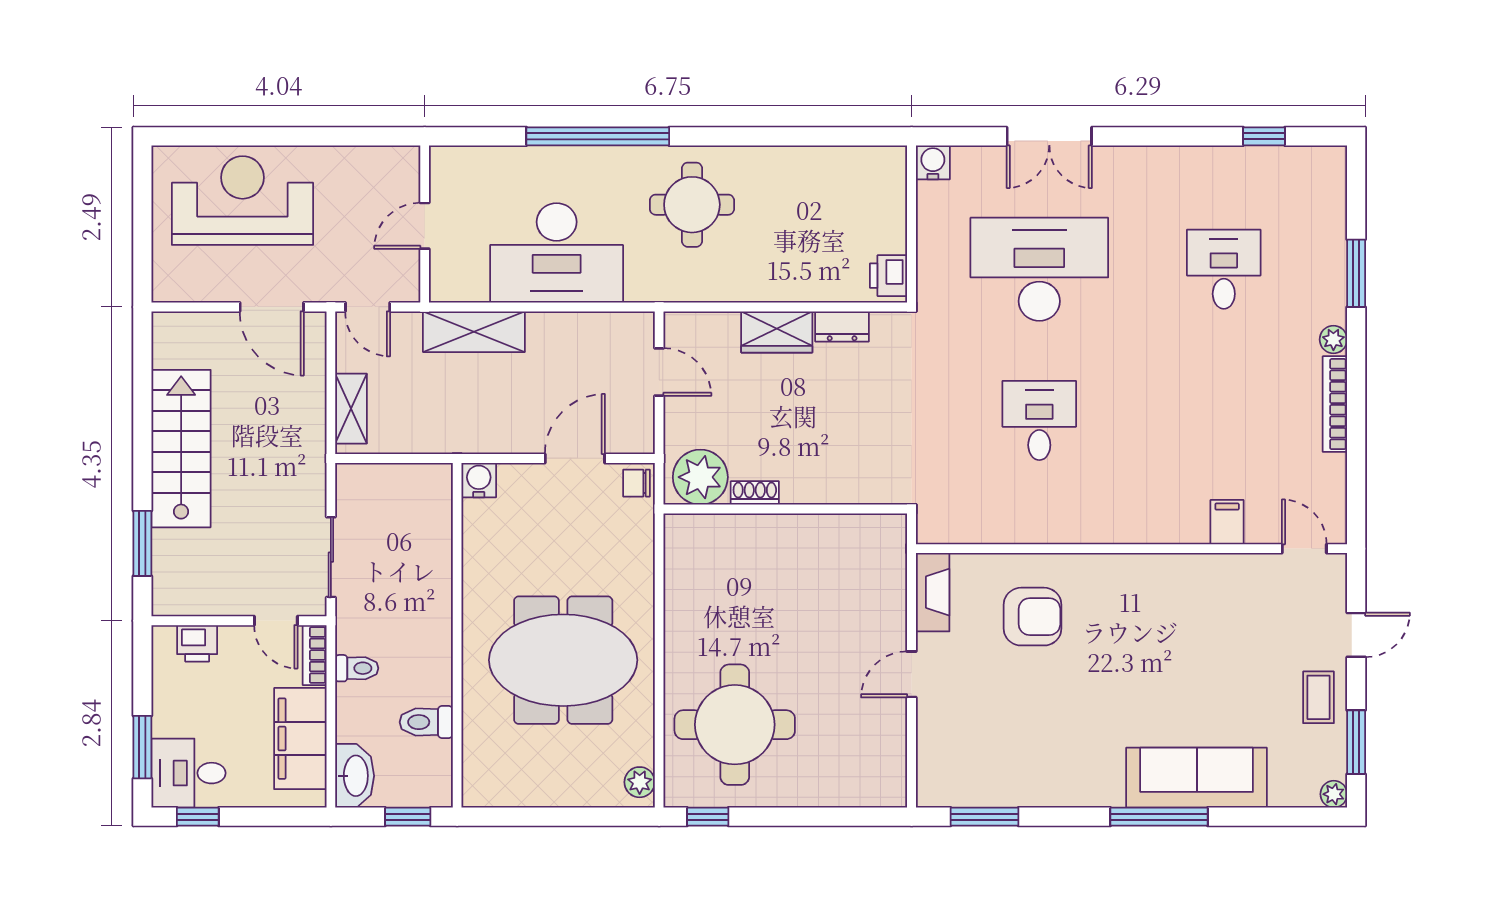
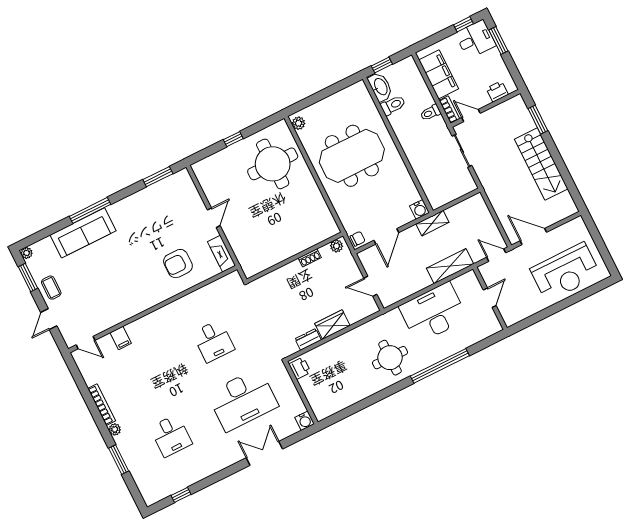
shelving: (351, 409) -> (432, 223), moved, turned 90
plant: (700, 477) -> (336, 246), width x0.53, depth x0.53
washbasin: (355, 776) -> (380, 87), moved, turned 180
window: (708, 817) -> (233, 139), moved

